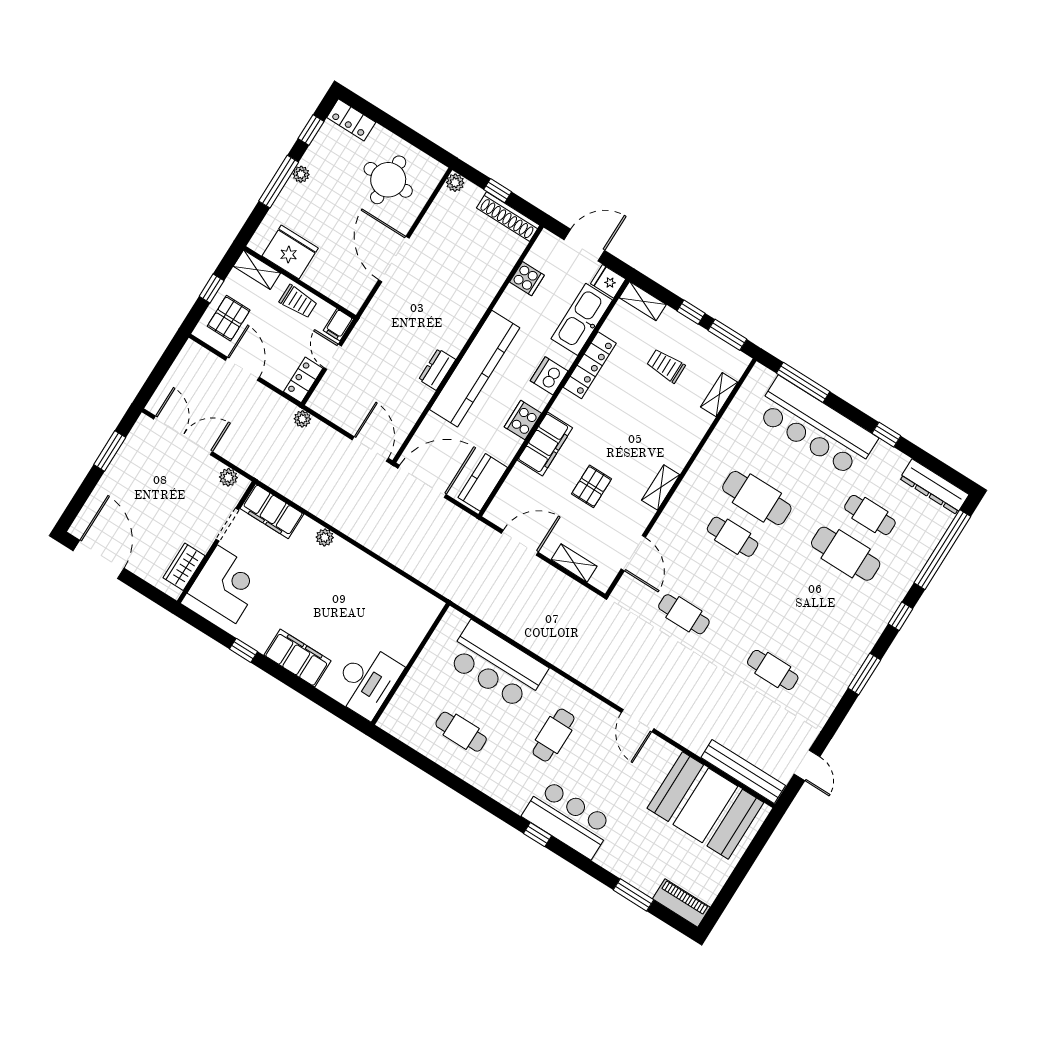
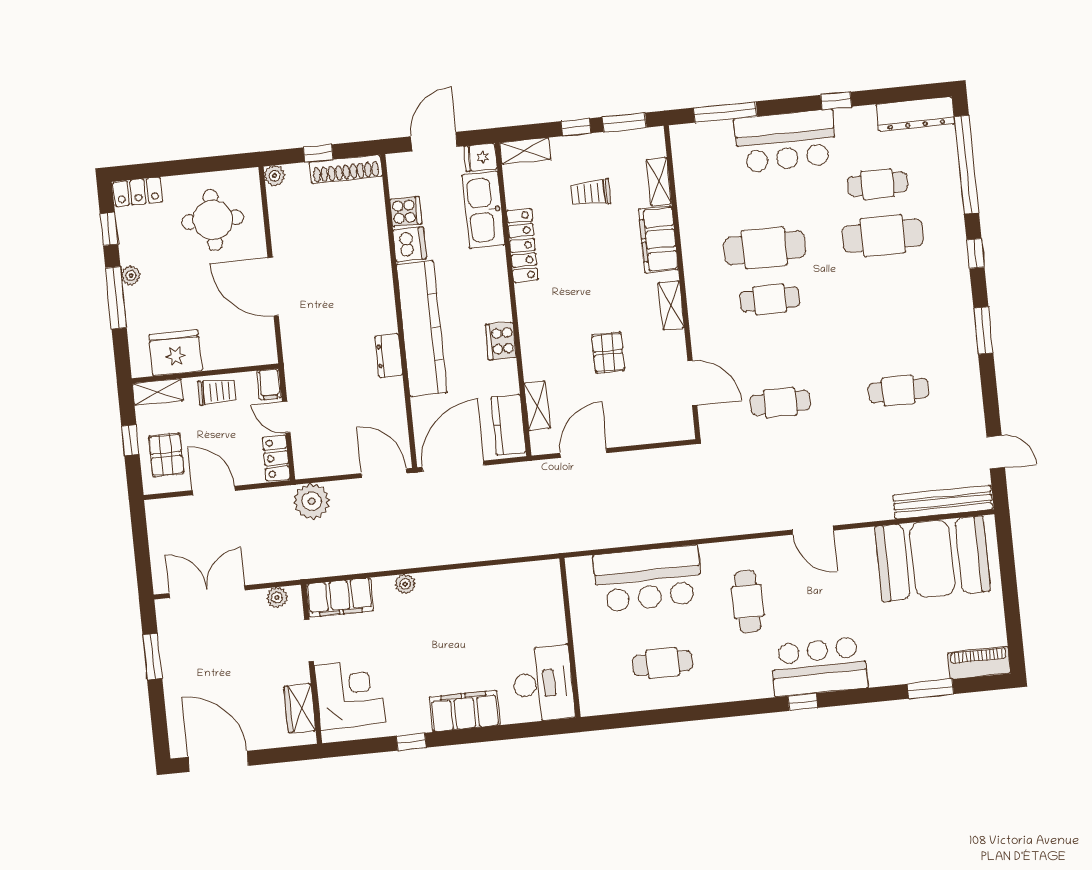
dishwasher: (549, 376) -> (410, 244), moved, turned 180
plant: (302, 419) -> (312, 501), width x1.88, depth x1.88
bar counter: (816, 427) -> (786, 141), width x0.73
filing cabinet: (545, 444) -> (658, 239), moved, turned 180
shelving: (574, 563) -> (537, 406), moved, turned 90

